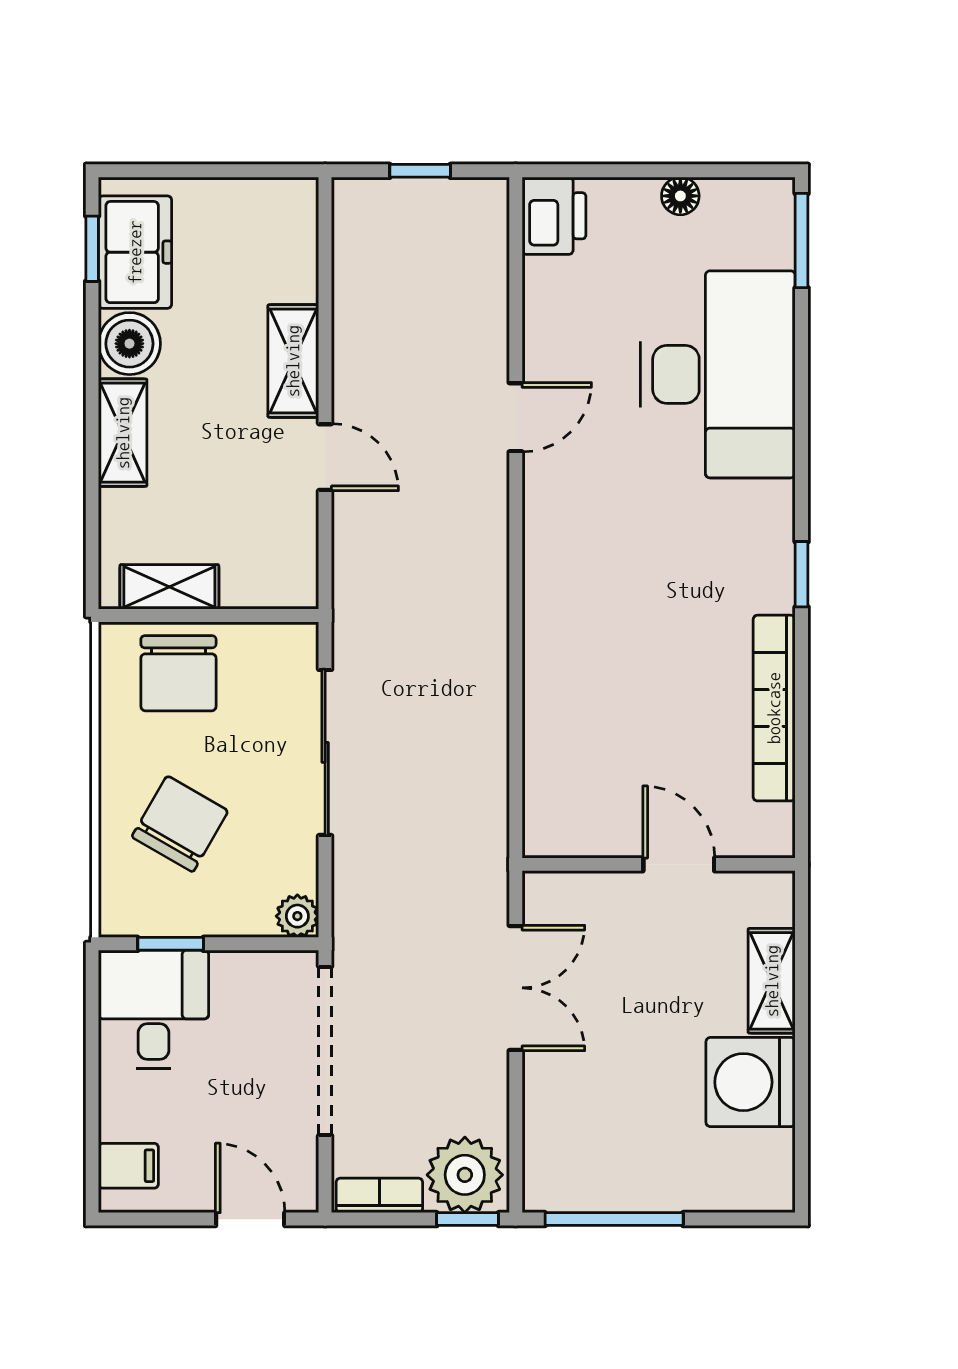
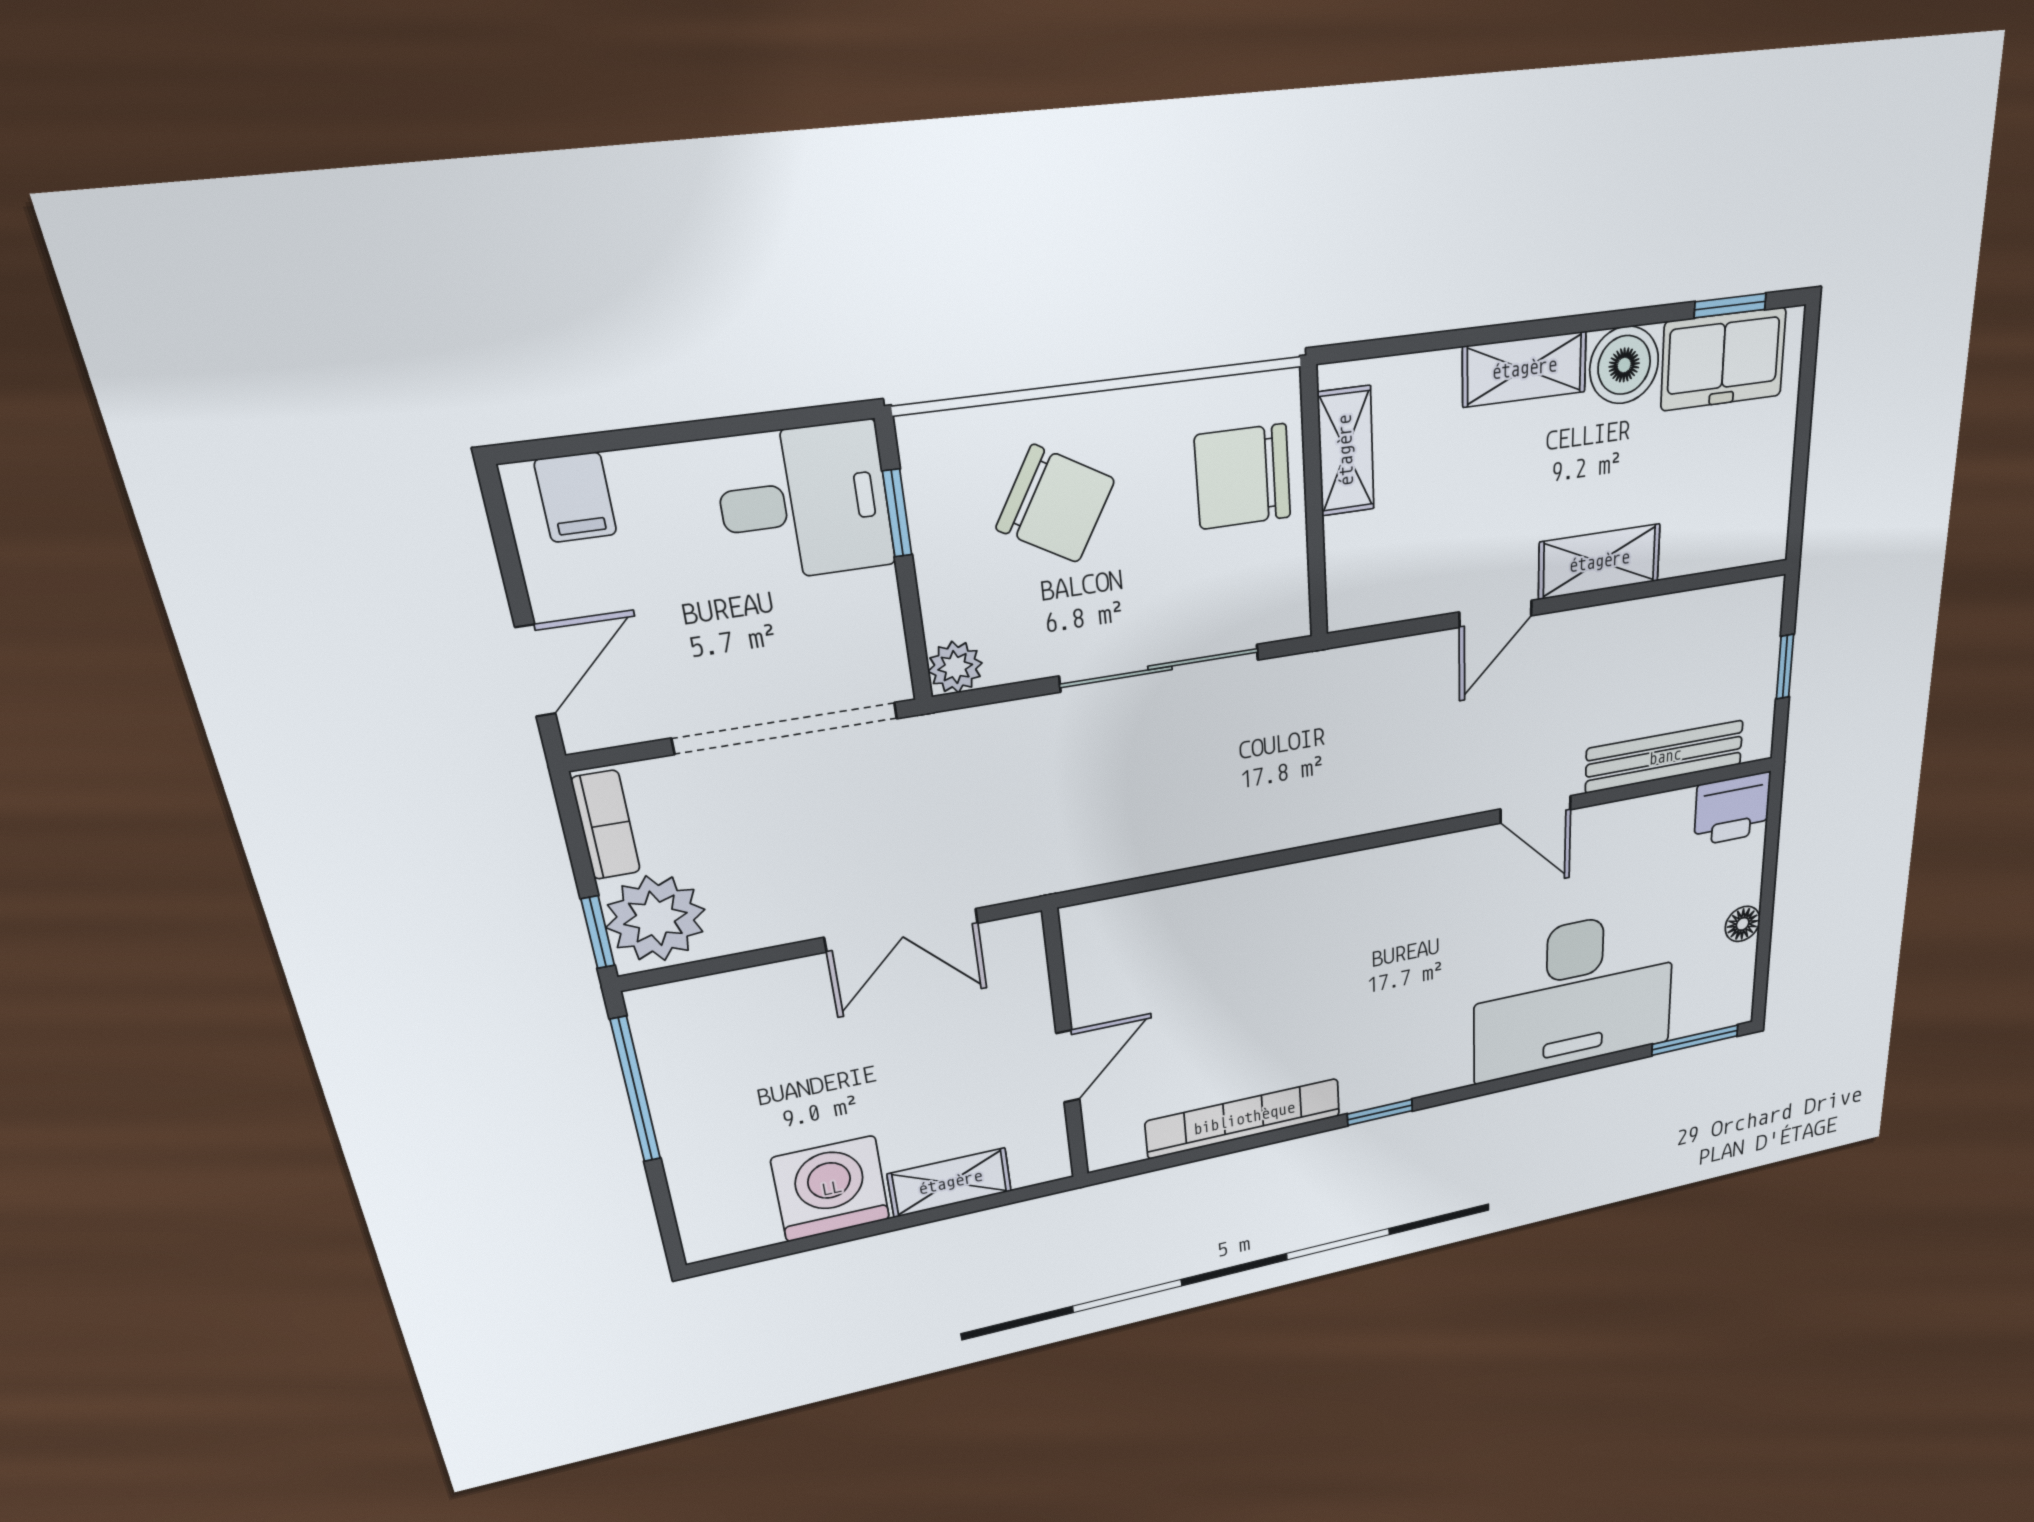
bench: (487, 289) -> (1665, 757), added

